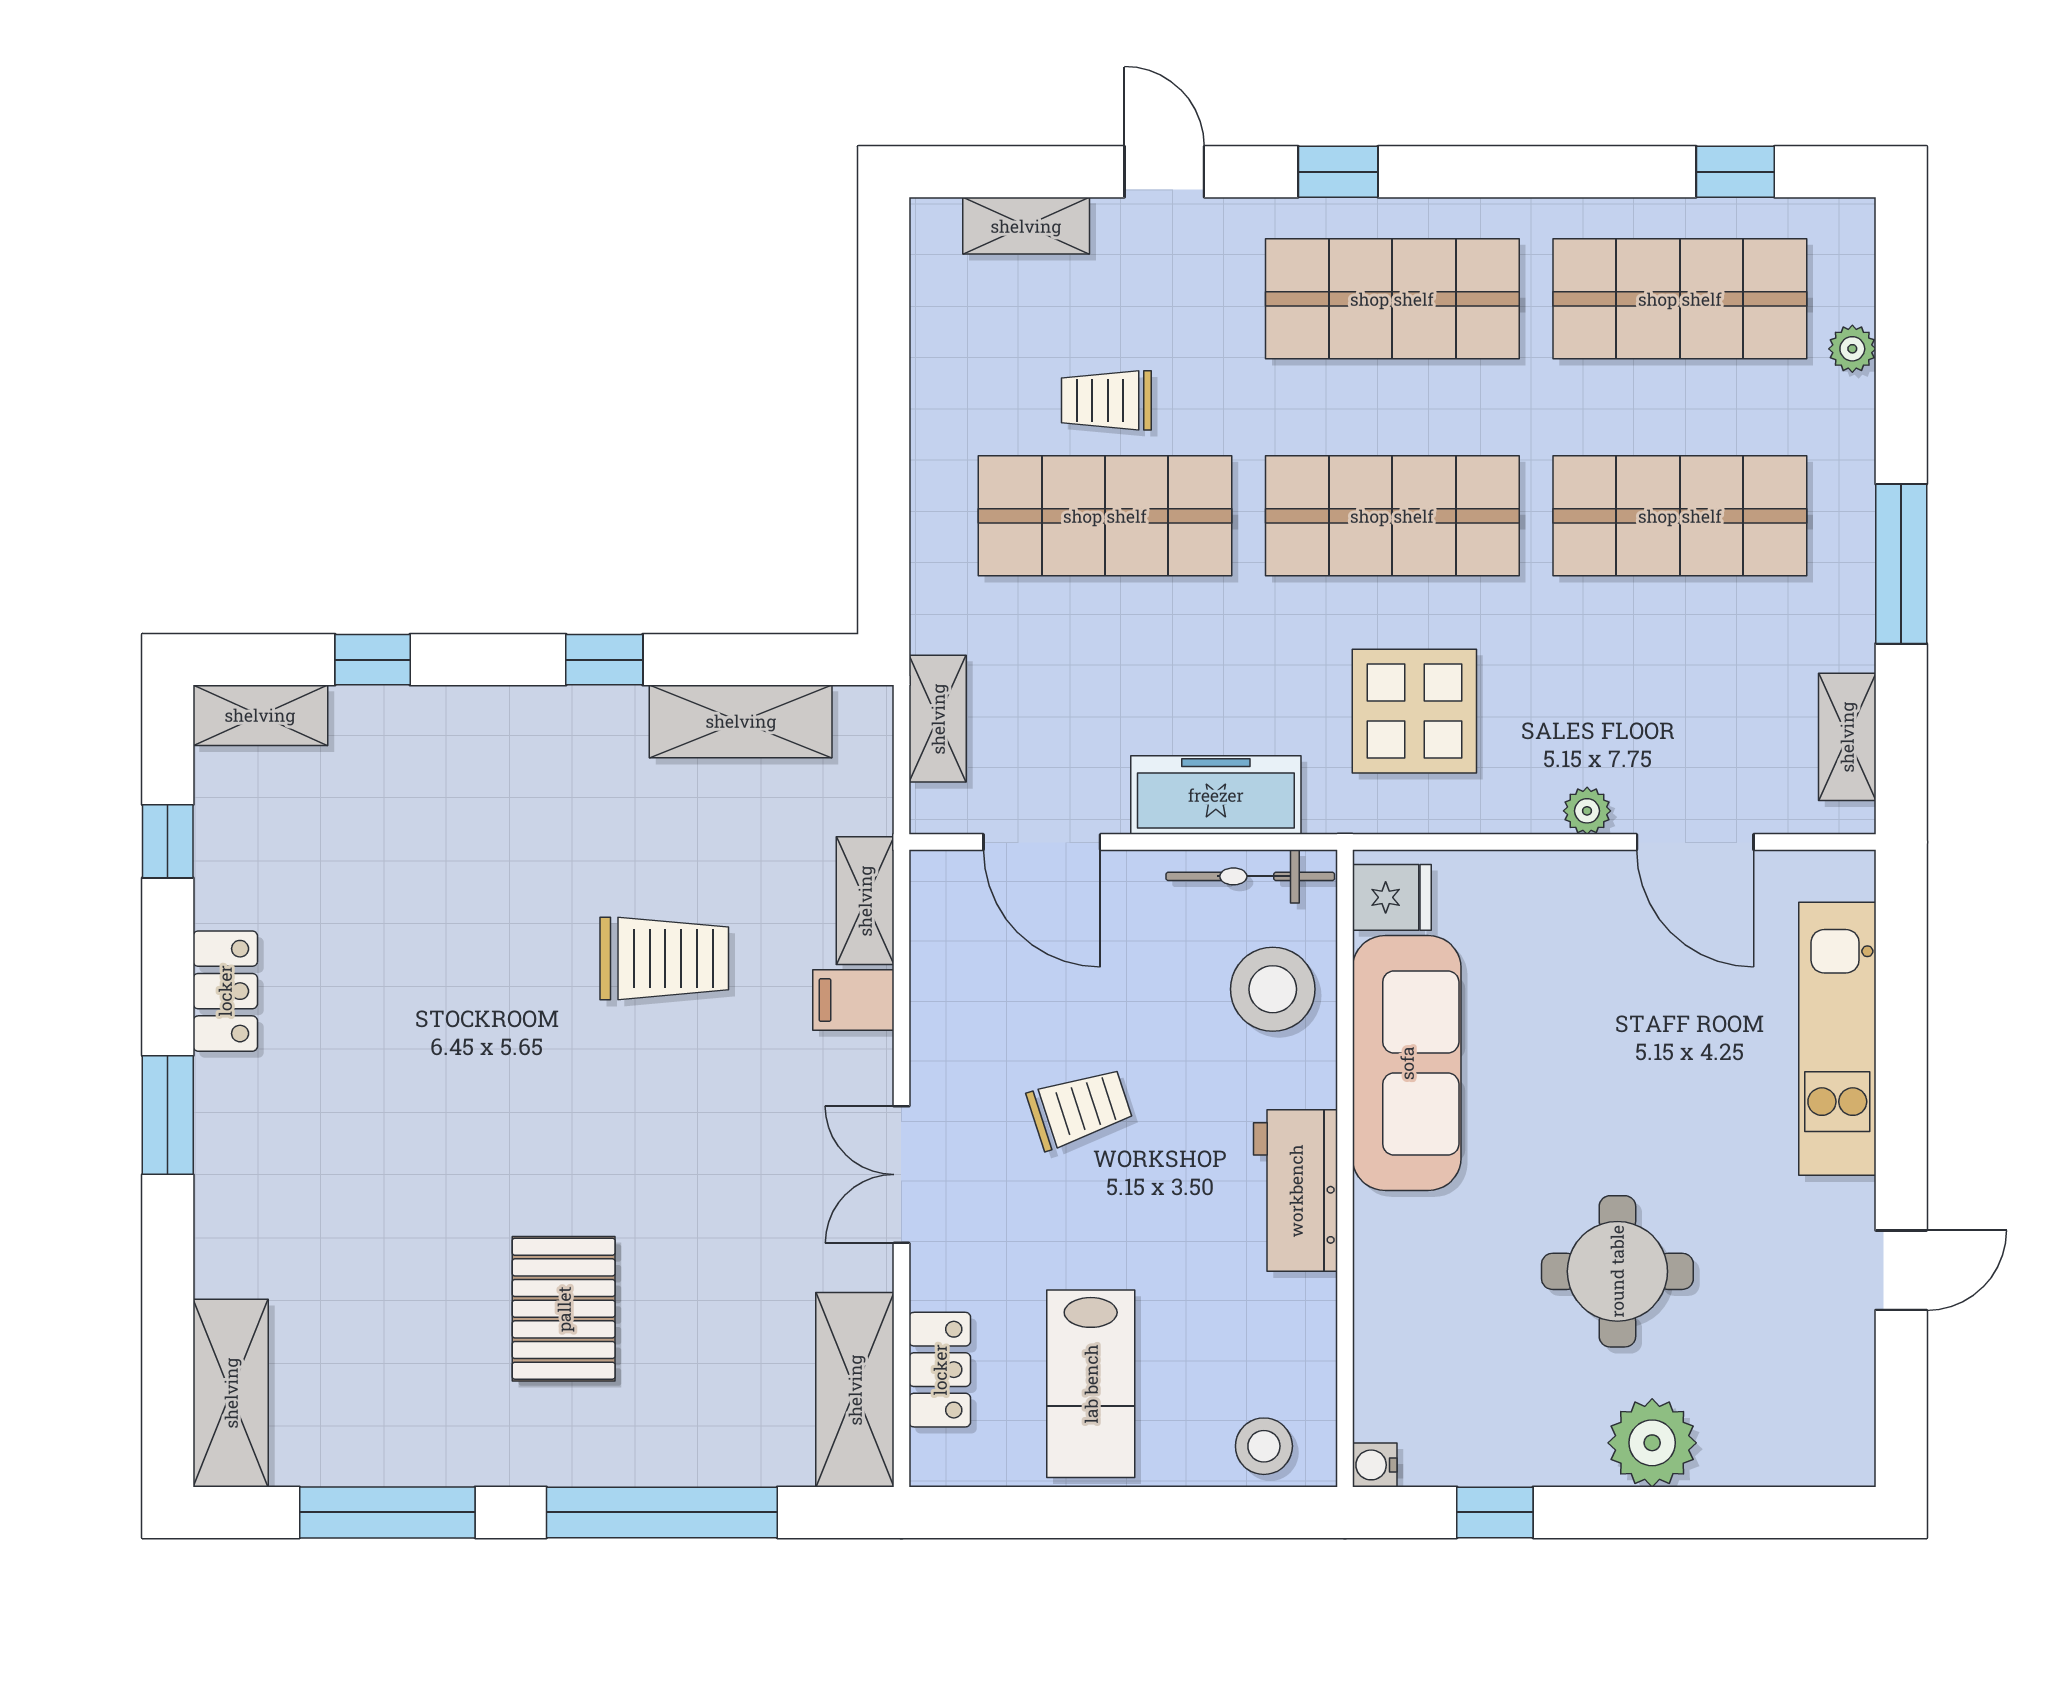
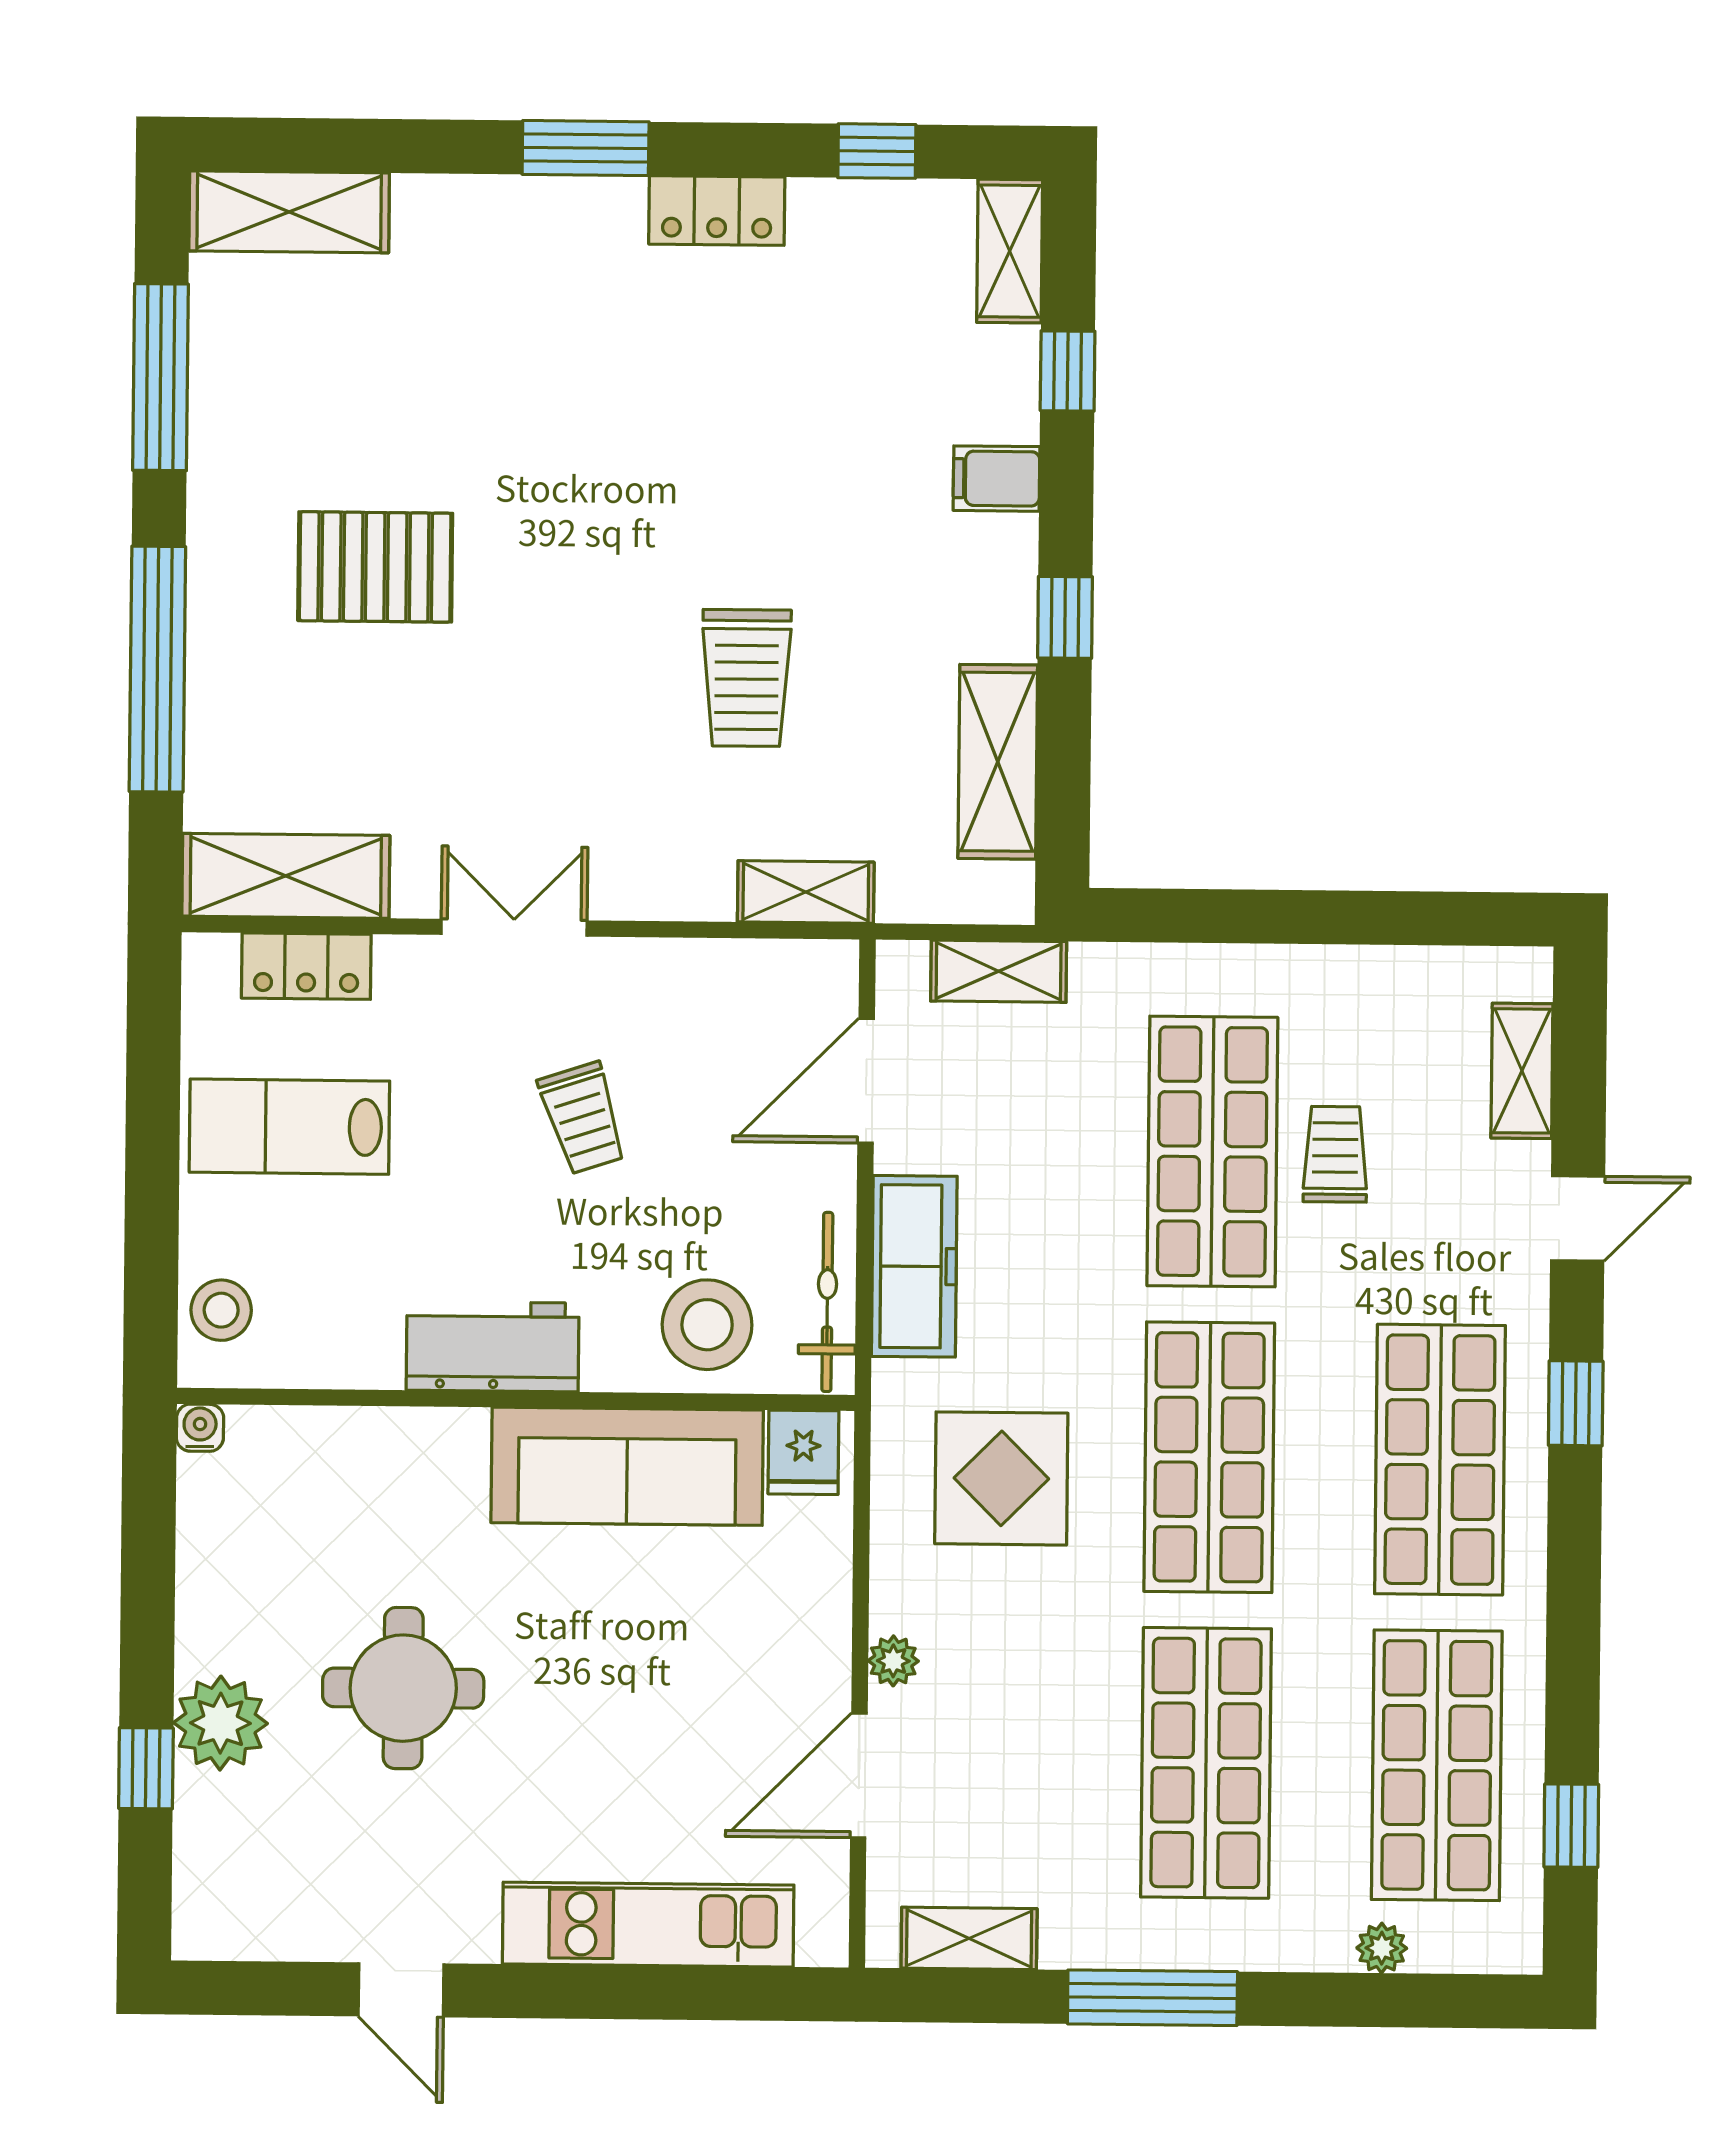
filing cabinet: (853, 1000) -> (996, 479), moved, turned -90
window: (1495, 1512) -> (146, 1768), moved

